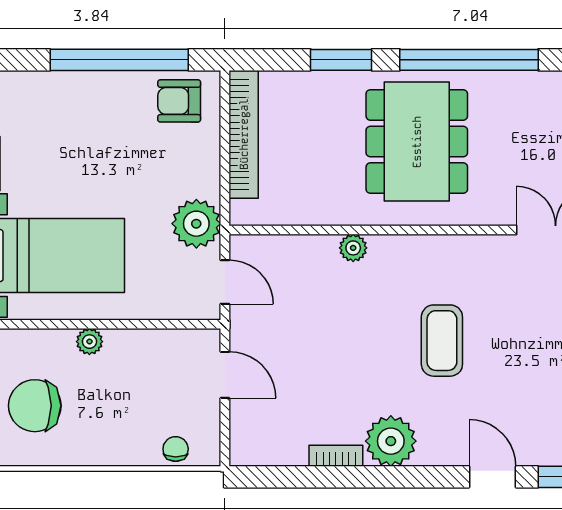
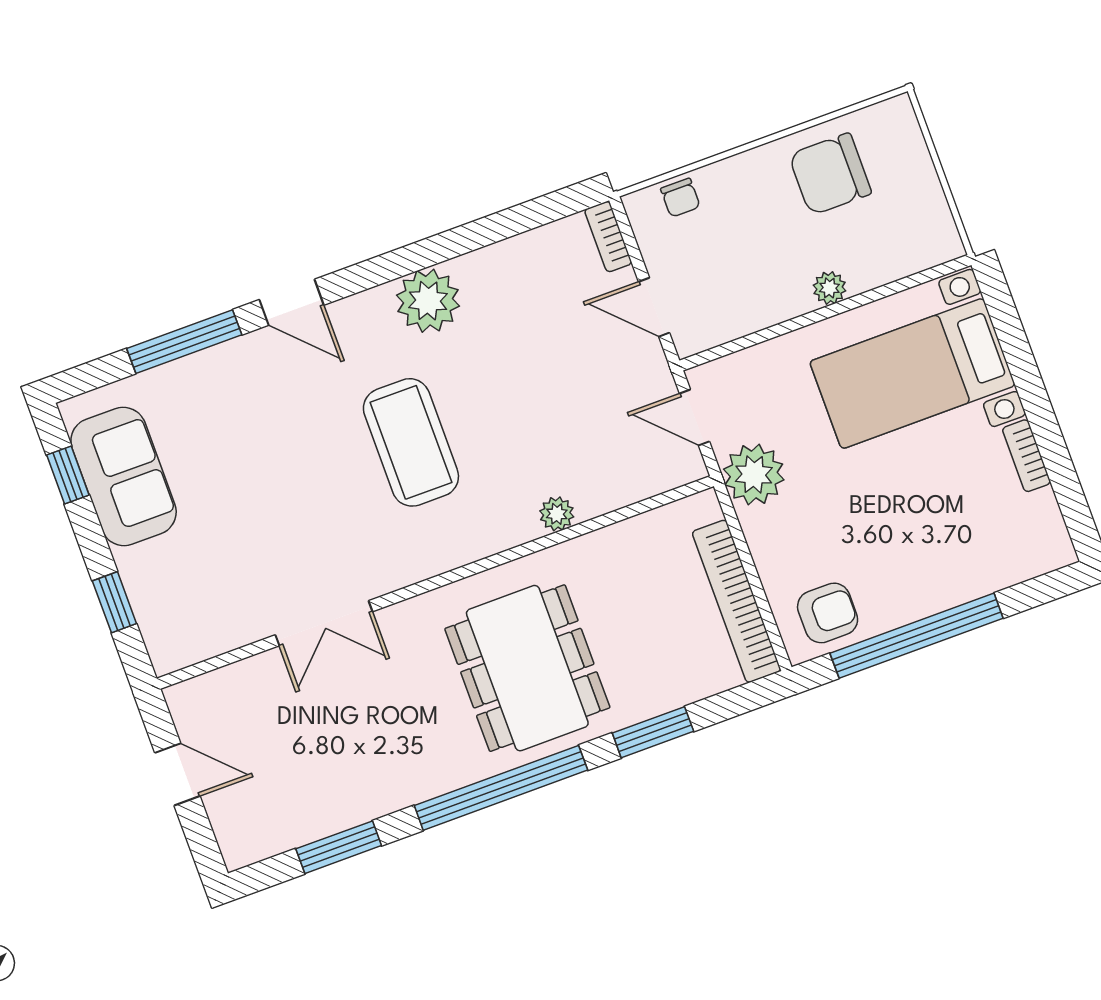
coffee table: (442, 341) -> (411, 442), width x1.36, depth x1.32
chair: (35, 406) -> (830, 174), moved, turned 180
bookcase: (336, 456) -> (608, 237), moved, turned 90

